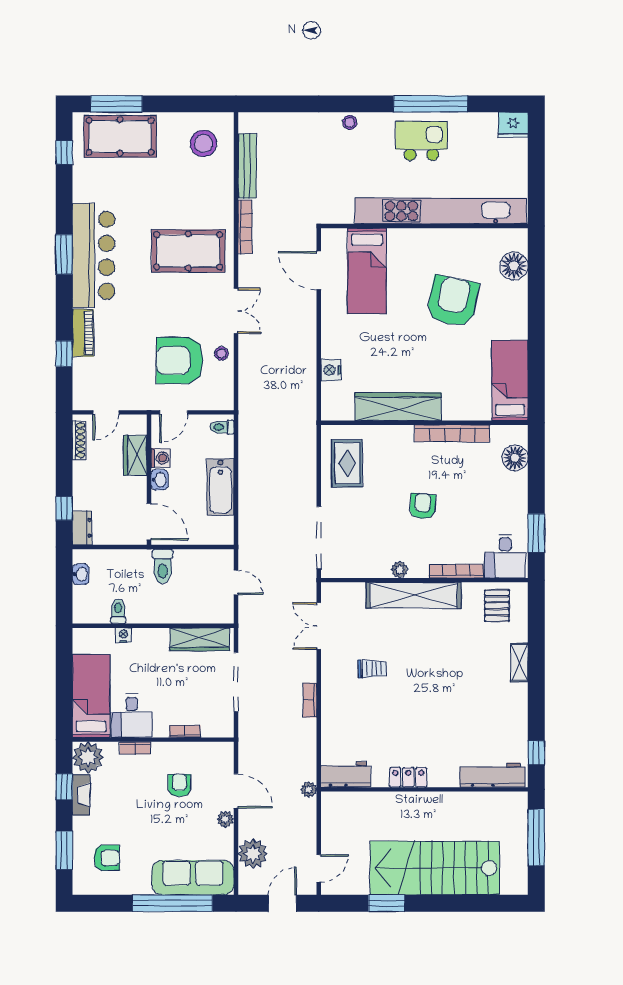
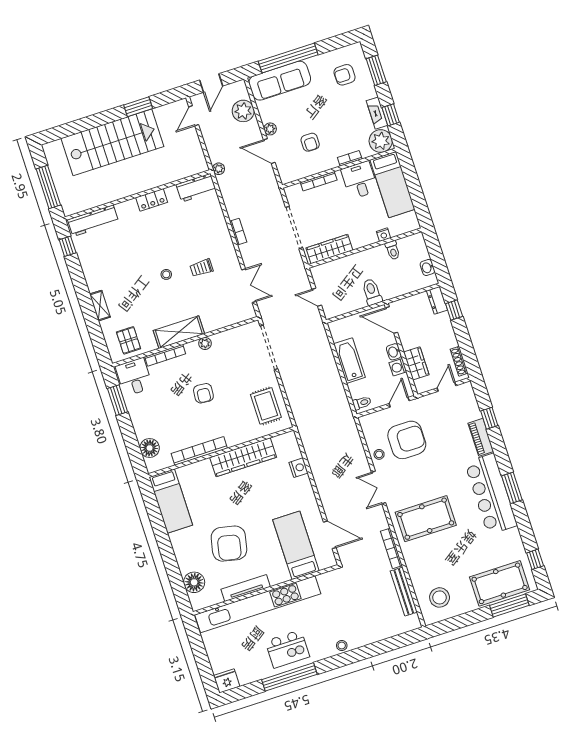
tv unit: (450, 237) -> (246, 588), added
shelving: (414, 595) -> (179, 332), width x0.68
stool: (421, 675) -> (166, 274), added
bookcase: (185, 731) -> (319, 181), width x1.56

